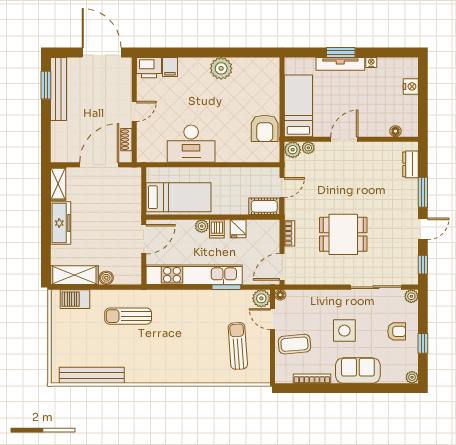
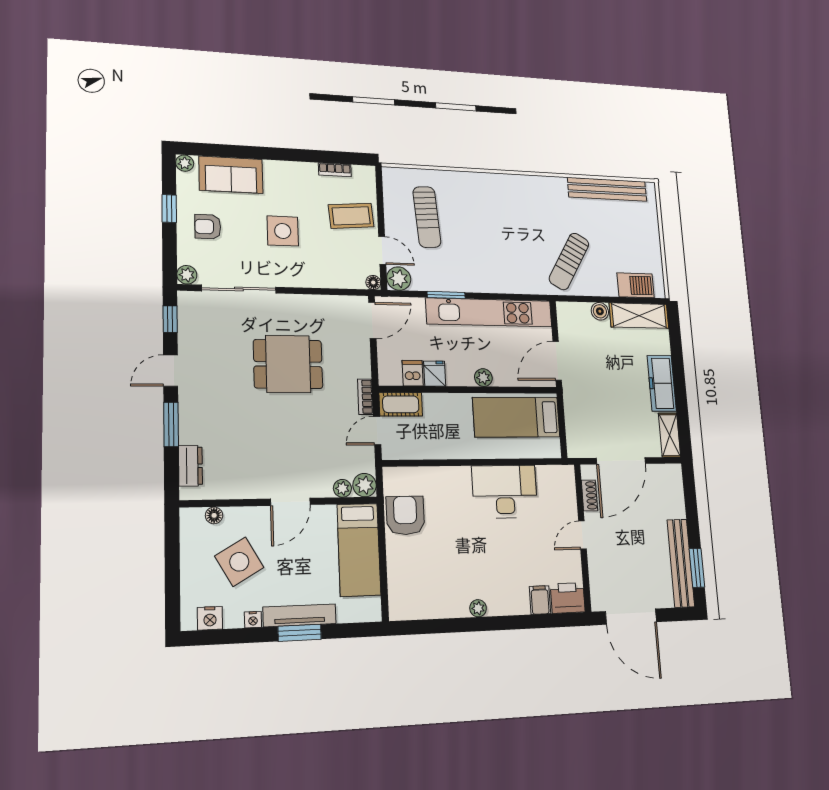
plant: (221, 68) -> (478, 608), width x0.53, depth x0.53
nightstand: (411, 86) -> (210, 618), moved, turned -90
side table: (379, 100) -> (239, 562), added
dishwasher: (217, 229) -> (413, 373), moved
bookcase: (290, 233) -> (365, 397), moved
sun lounger: (128, 316) -> (569, 261), turned 120
sofa: (358, 371) -> (231, 175), moved
bookcase: (312, 379) -> (335, 170), width x0.64

